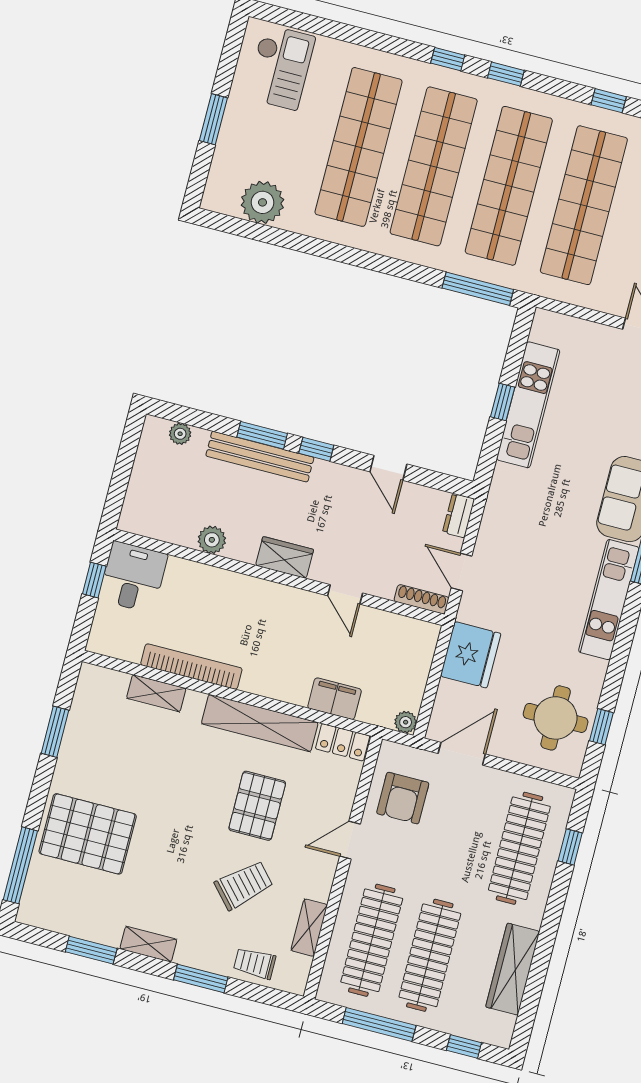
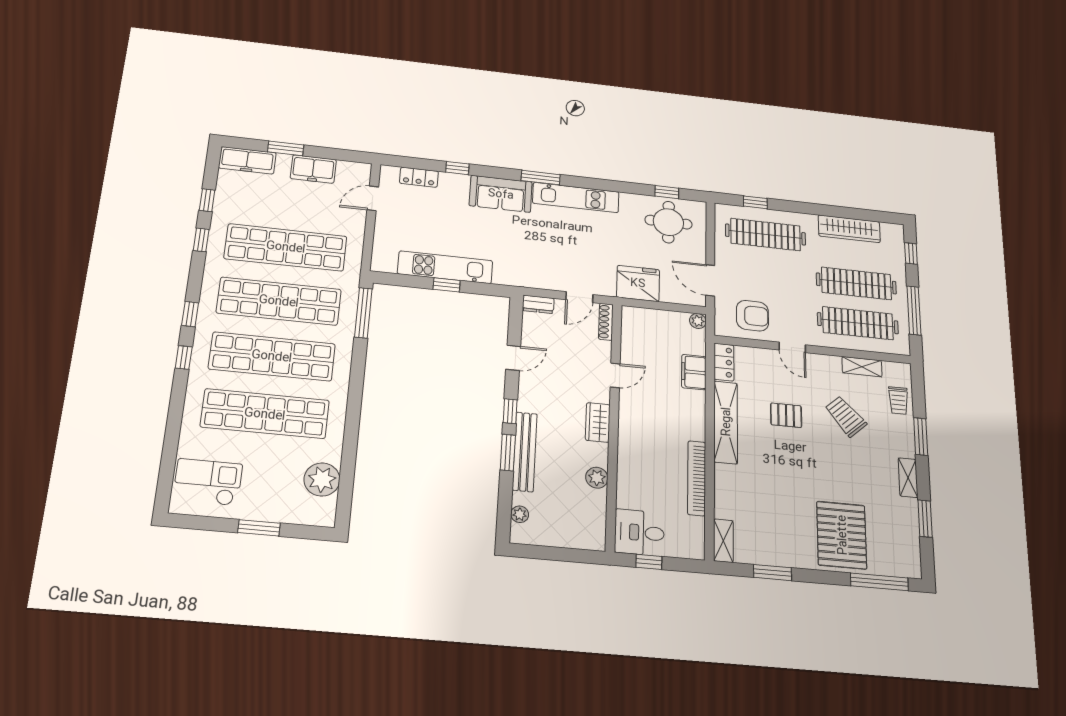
shelving: (156, 693) -> (723, 541), moved
pallet: (257, 806) -> (786, 415), width x0.67, depth x0.71

